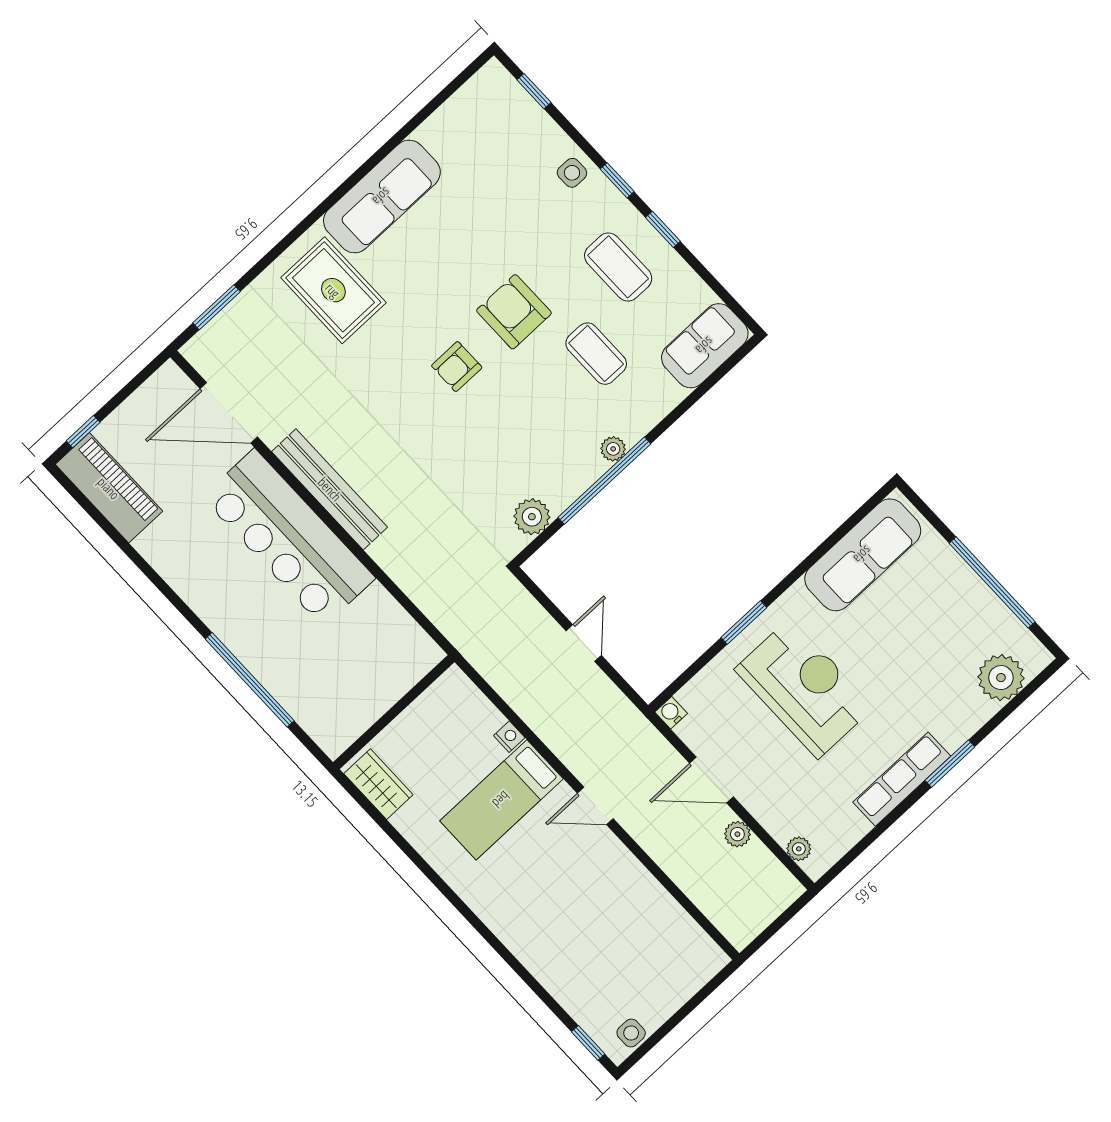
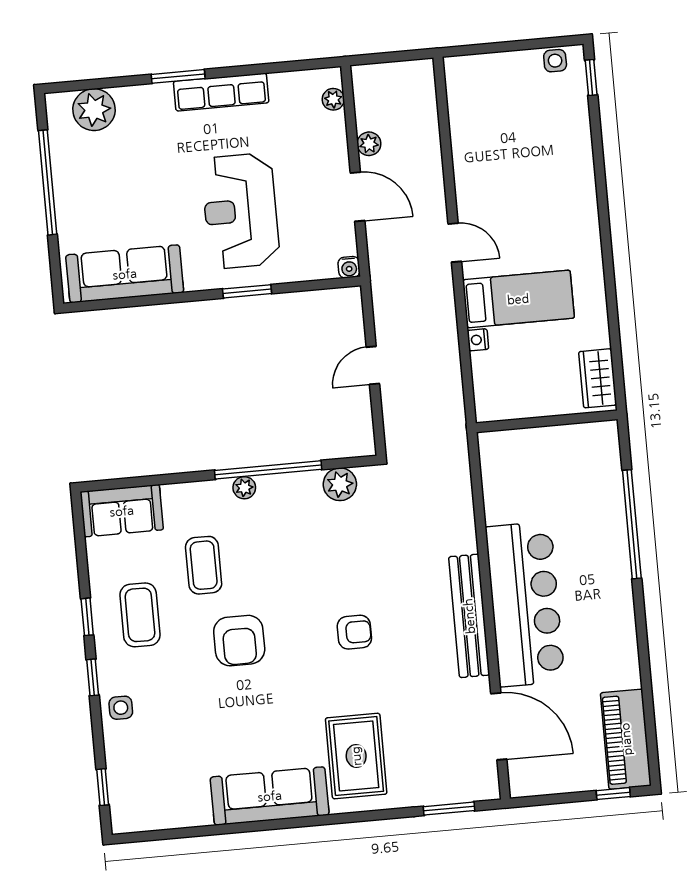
armchair: (457, 367) -> (354, 632), moved

